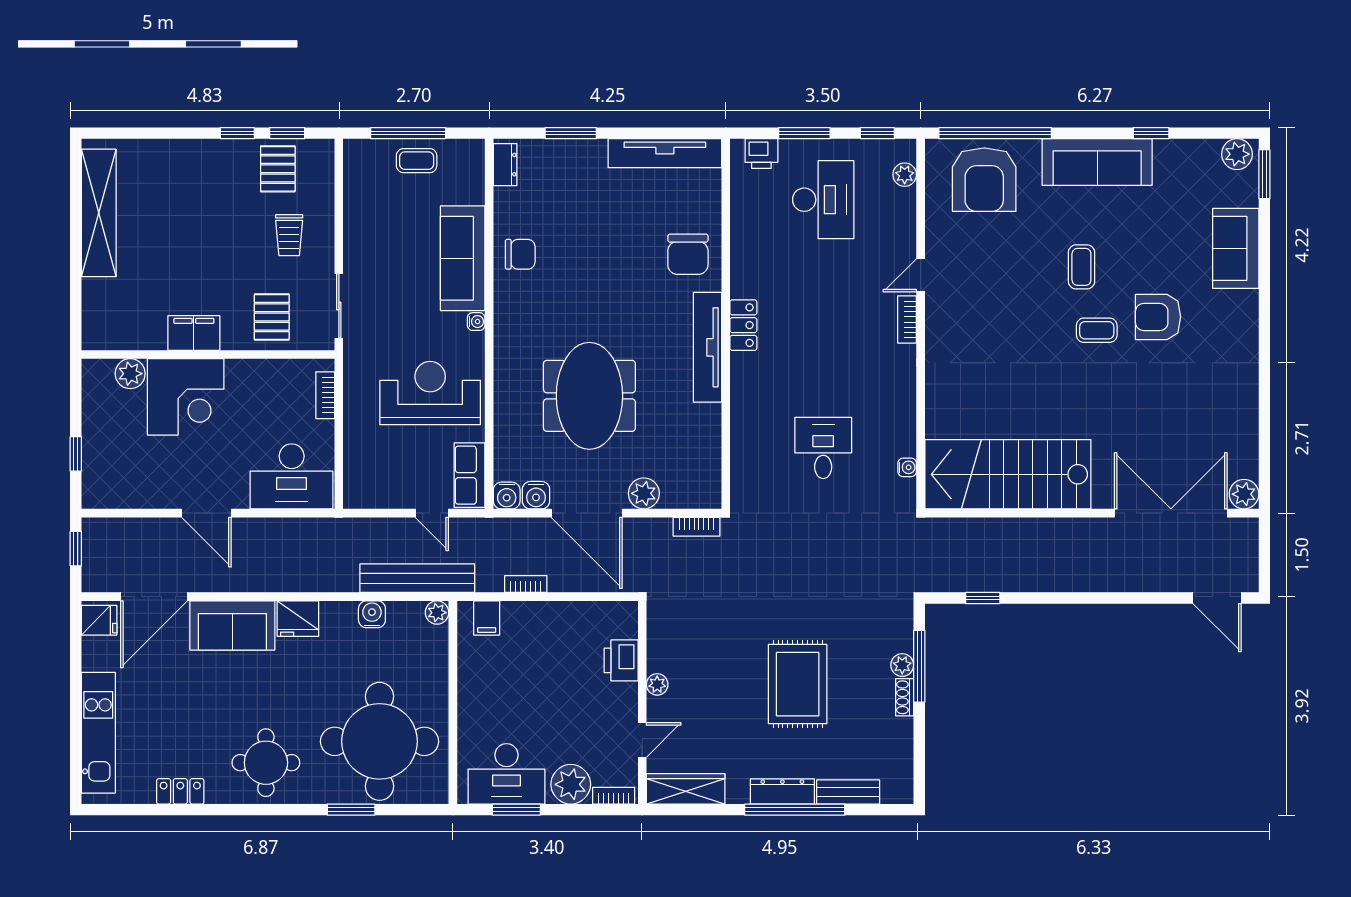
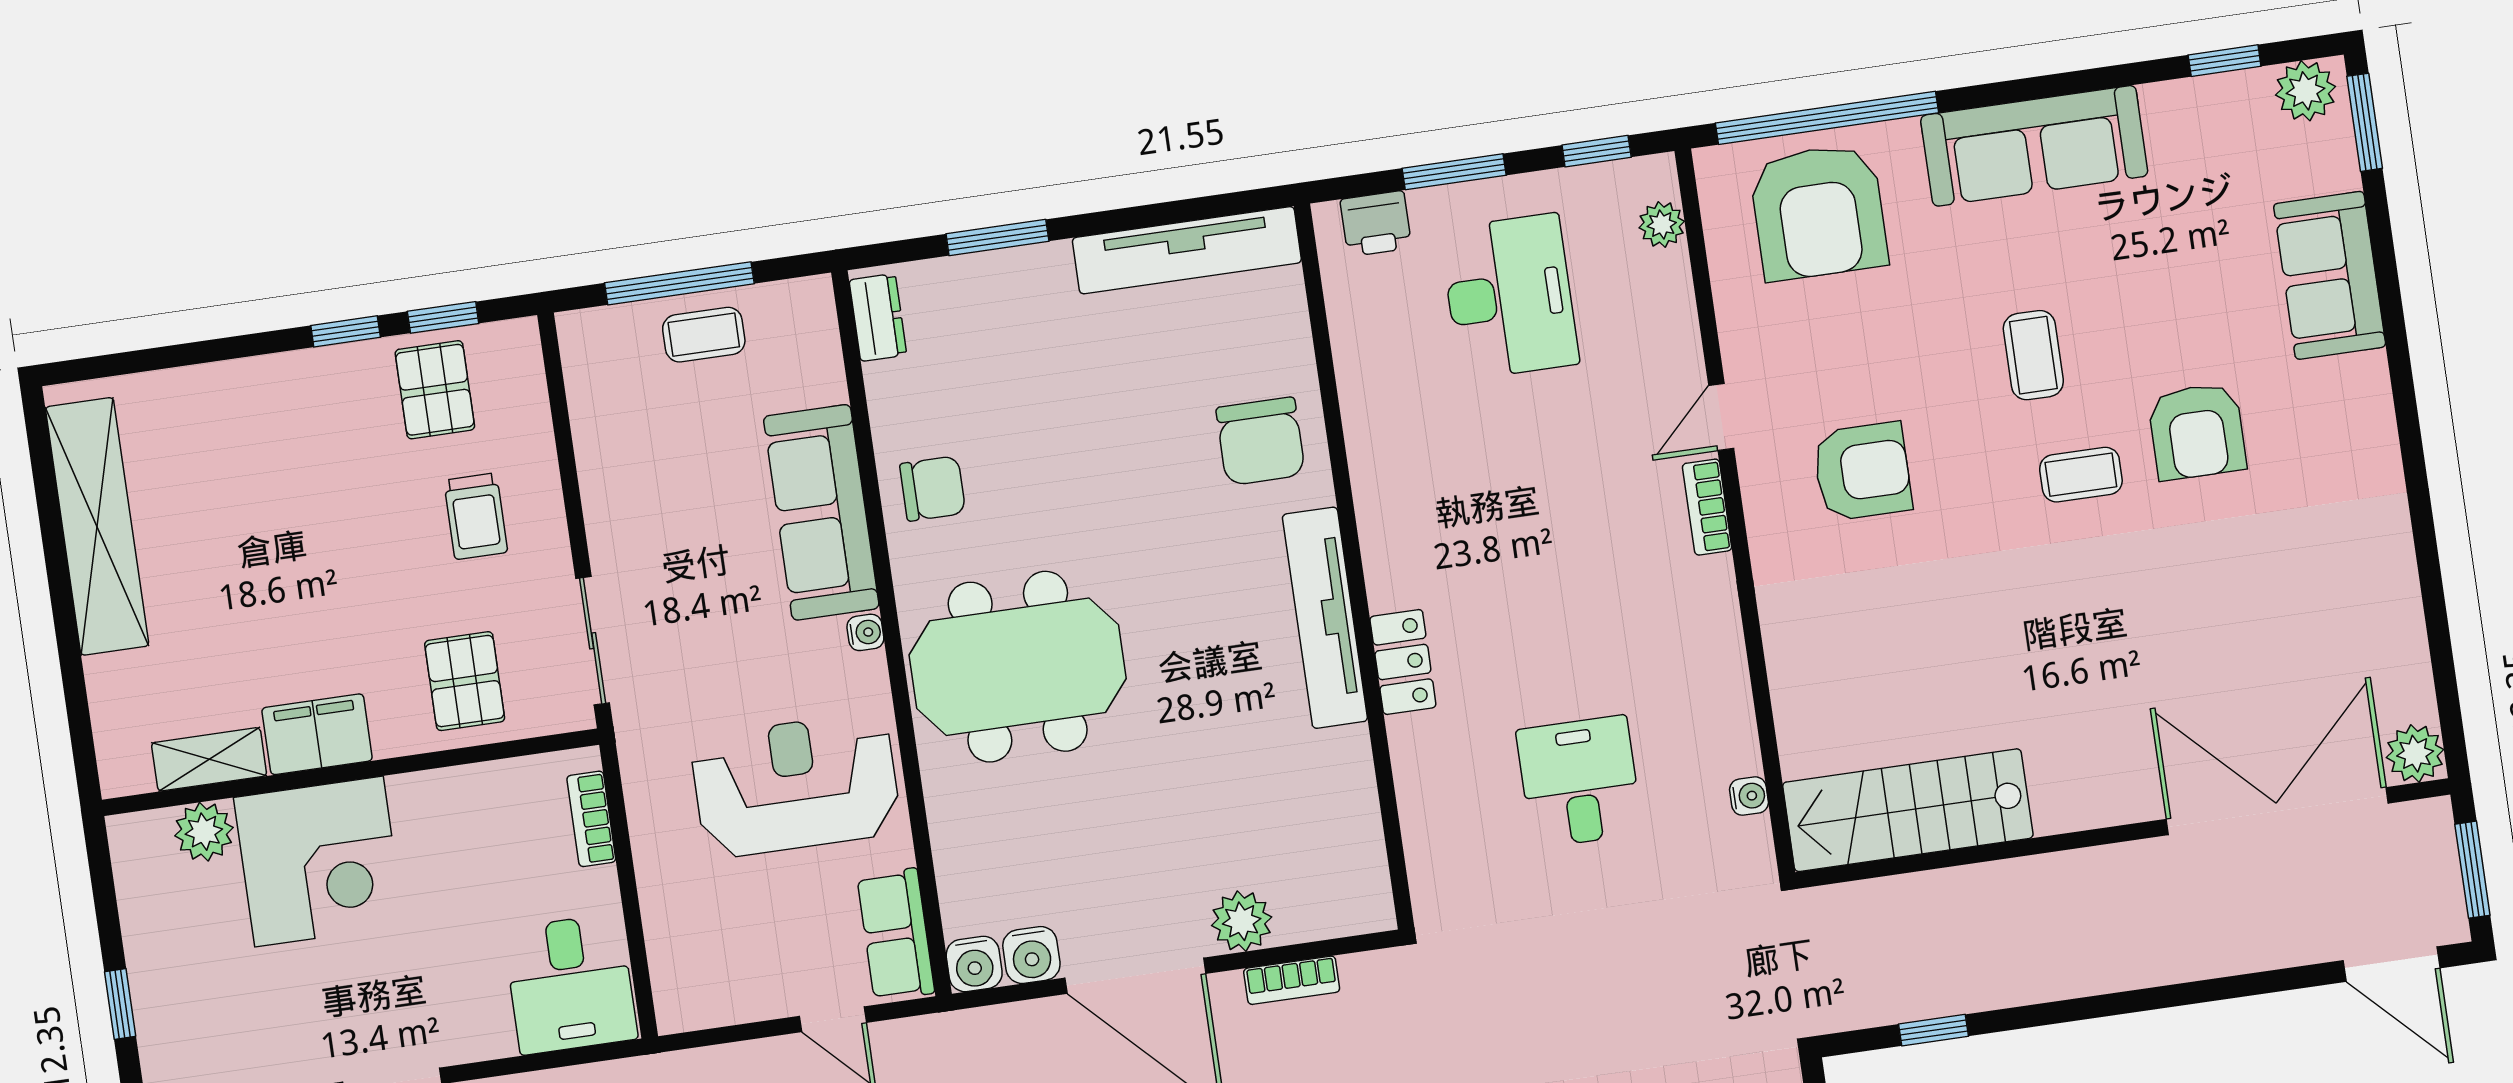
window: (1151, 133) -> (2225, 61), moved
armchair: (987, 313) -> (1862, 471), added
armchair: (1158, 317) -> (2197, 431), turned -90
locker: (743, 325) -> (1403, 662), moved
shelving: (138, 338) -> (209, 759), added
meeting table: (589, 396) -> (1018, 667), moved, turned 90
stairs: (1008, 474) -> (1908, 810), width x0.73, depth x0.66
desk: (292, 476) -> (570, 984), width x0.73
bookcase: (697, 527) -> (1292, 980), moved
window: (1264, 556) -> (2472, 870), added

